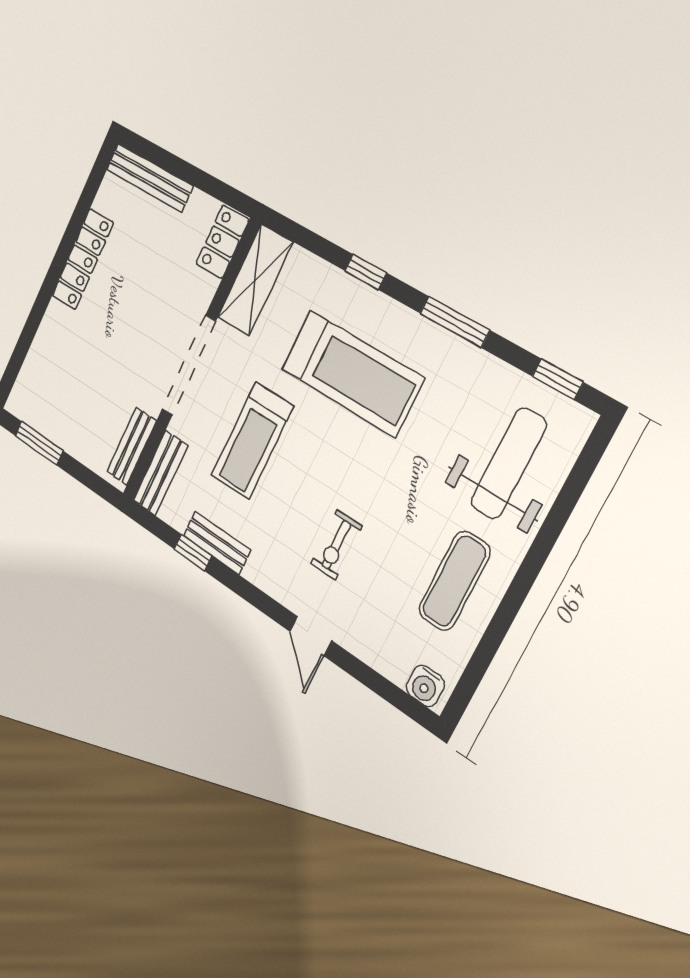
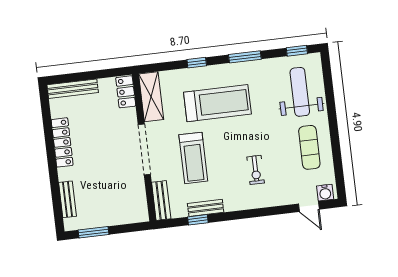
bench: (131, 446) -> (67, 199), moved
door: (311, 636) -> (309, 207), moved

